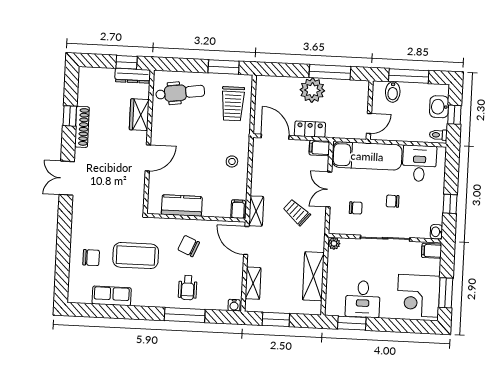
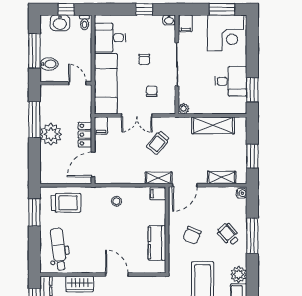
wheelchair: (188, 288) -> (228, 234), turned -132
plant: (141, 297) -> (239, 274), added

